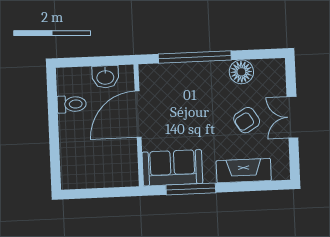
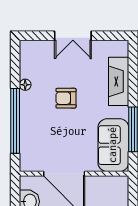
floor lamp: (241, 72) -> (25, 85), width x0.53, depth x0.53
armchair: (247, 120) -> (66, 98), moved, turned 121

